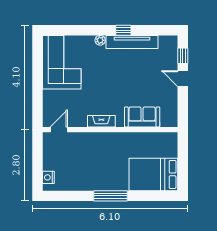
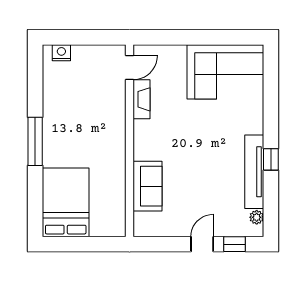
plant: (100, 40) -> (257, 217), moved
fireplace: (101, 121) -> (142, 99), moved
door: (59, 130) -> (130, 67), hinge flipped

